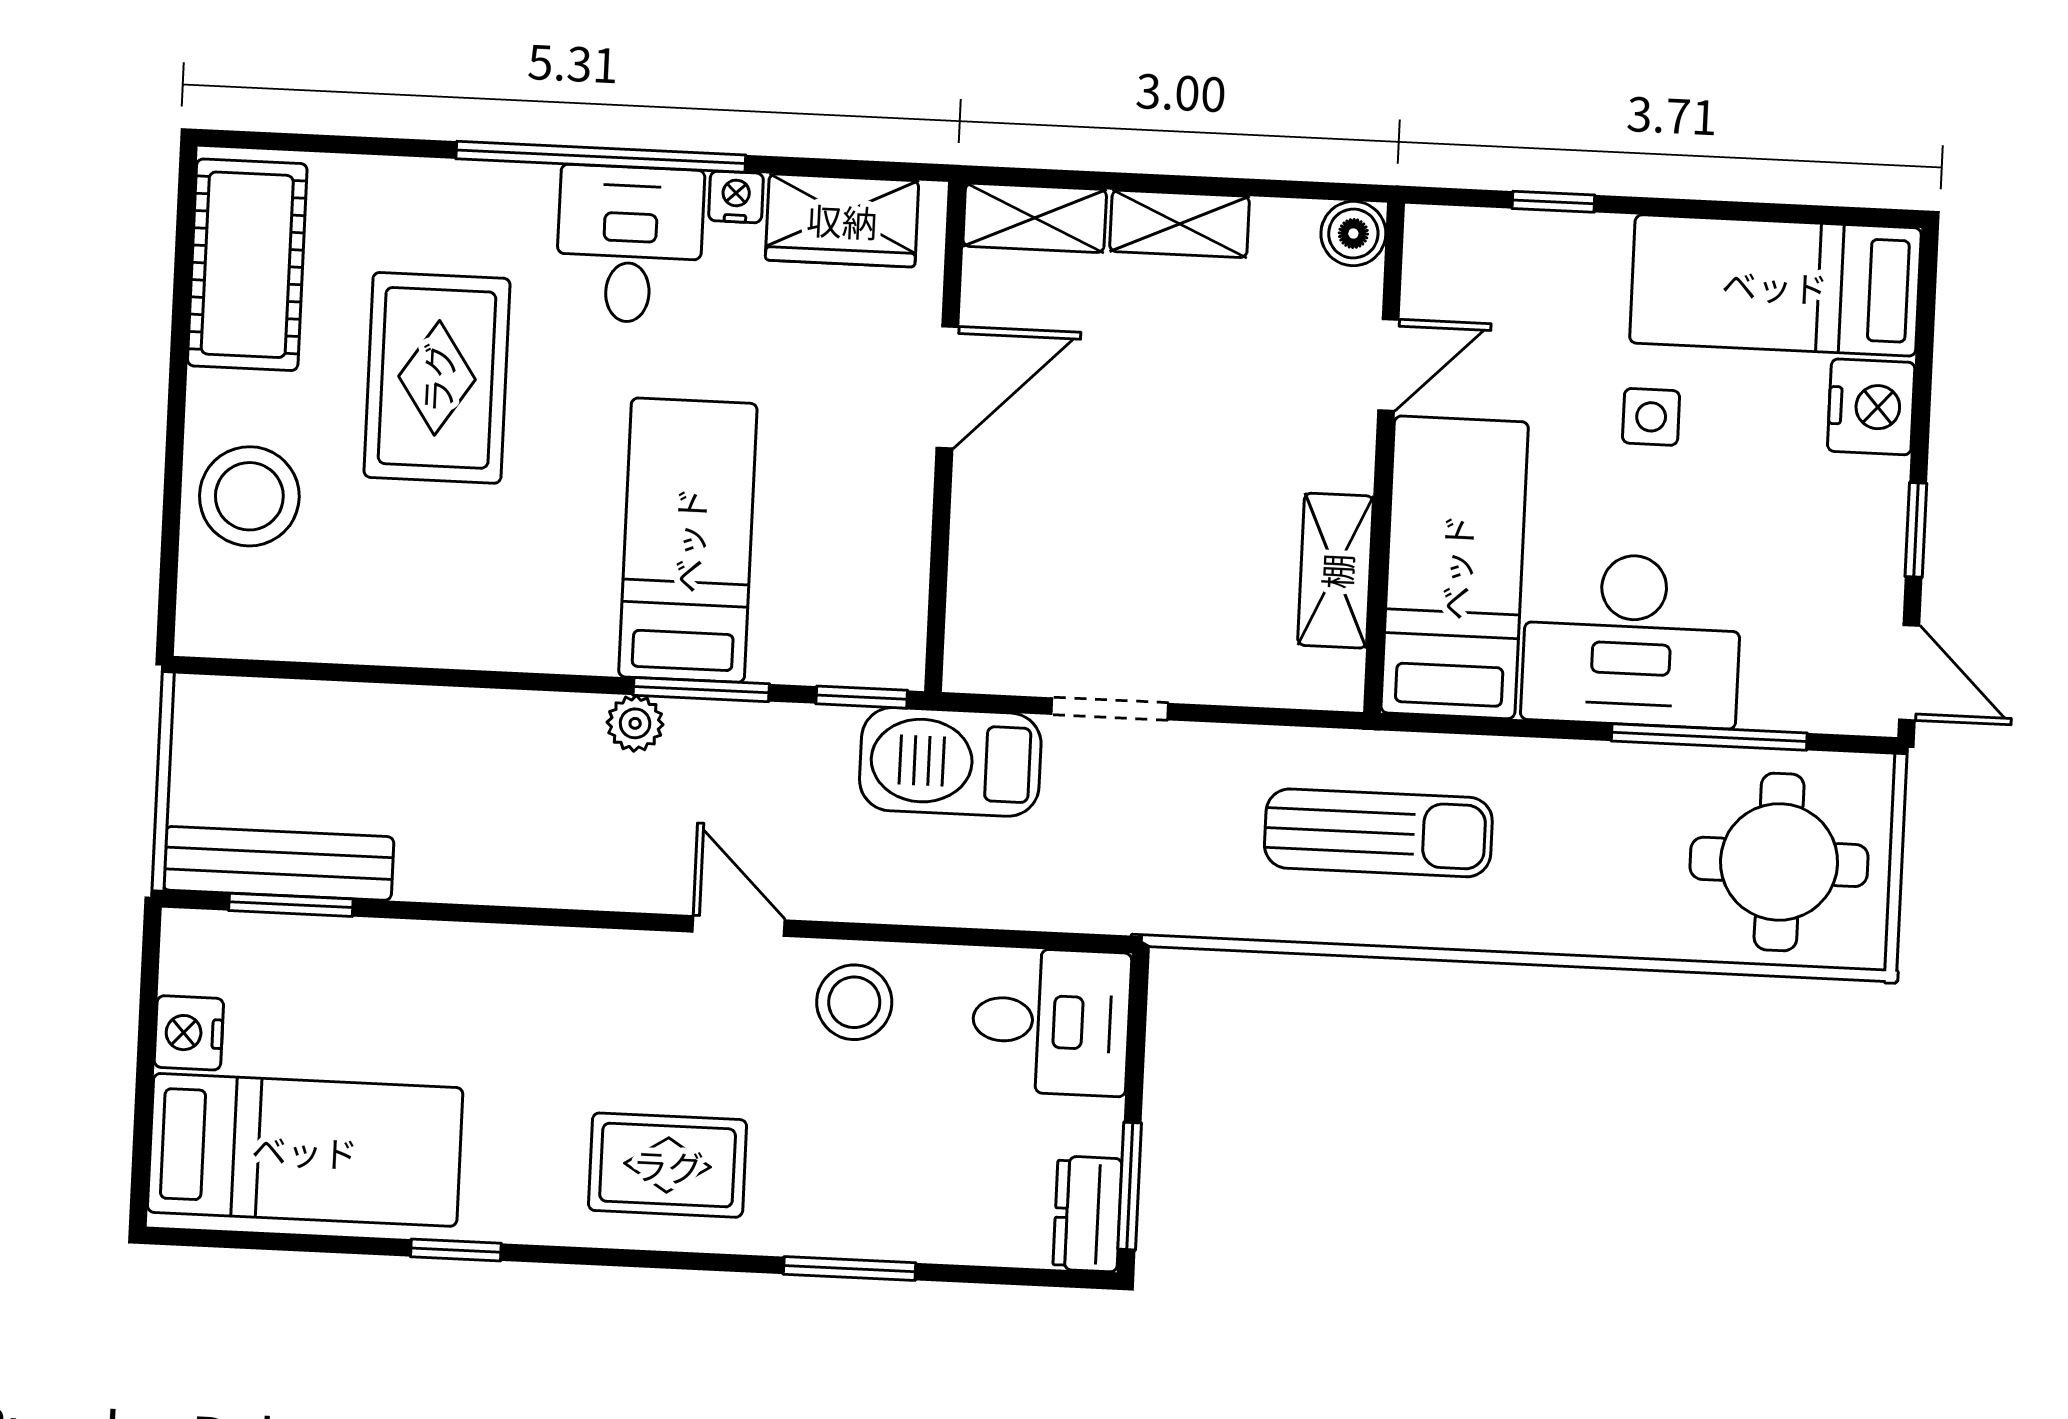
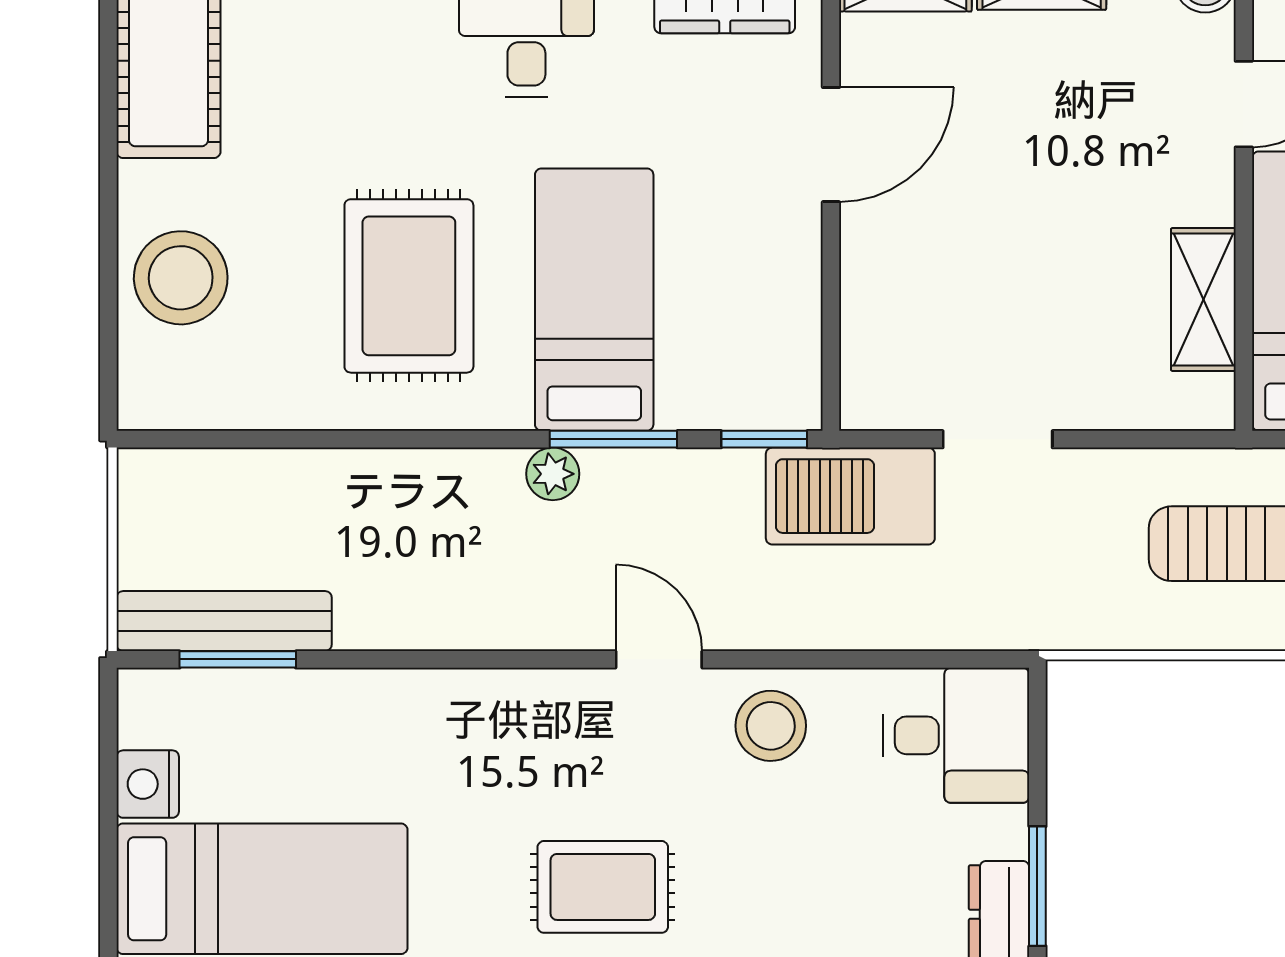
rug: (437, 378) -> (409, 286), moved

